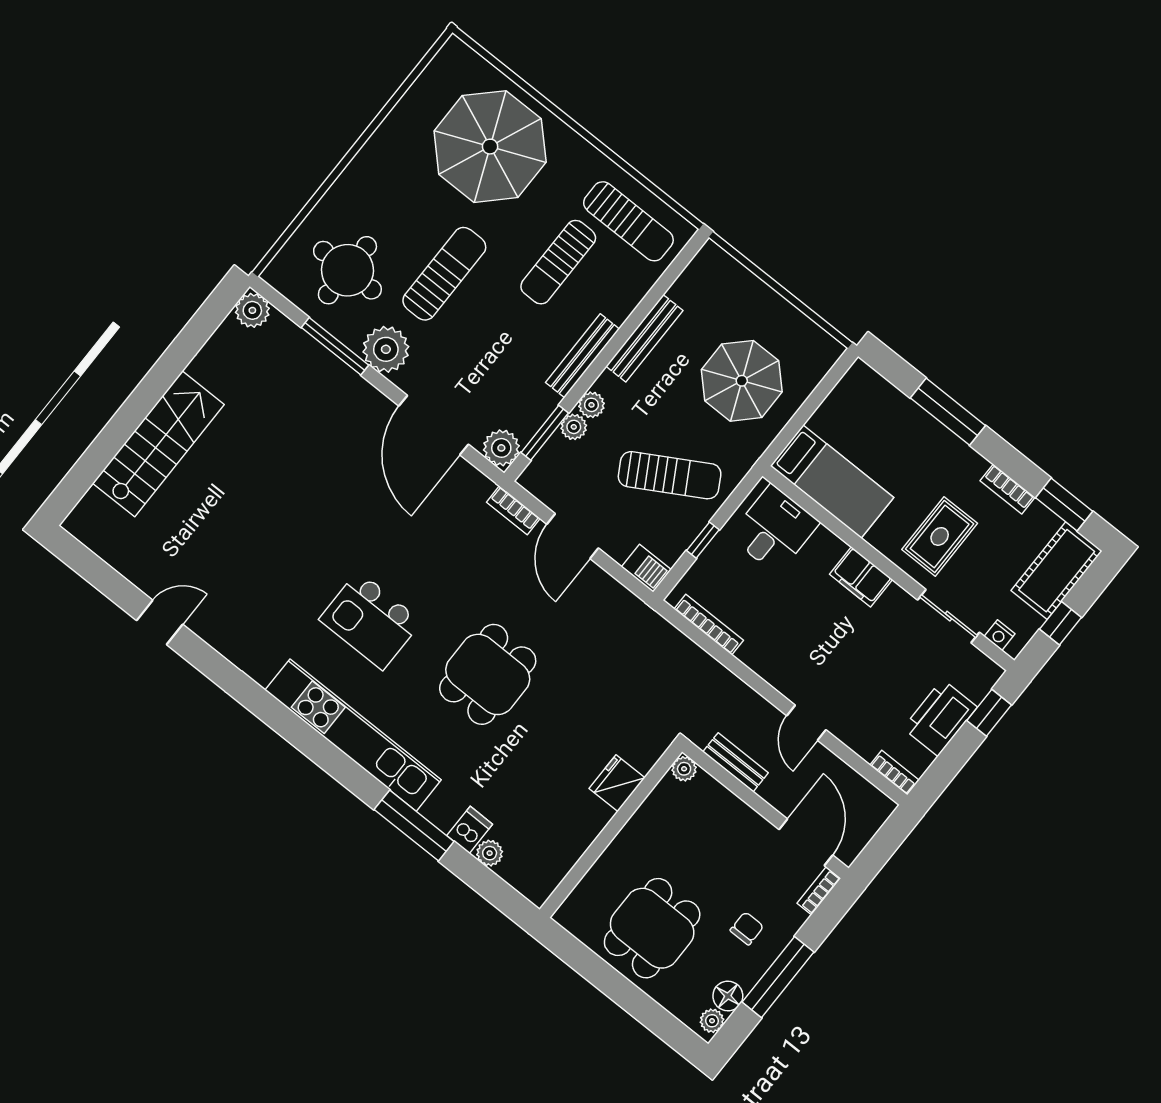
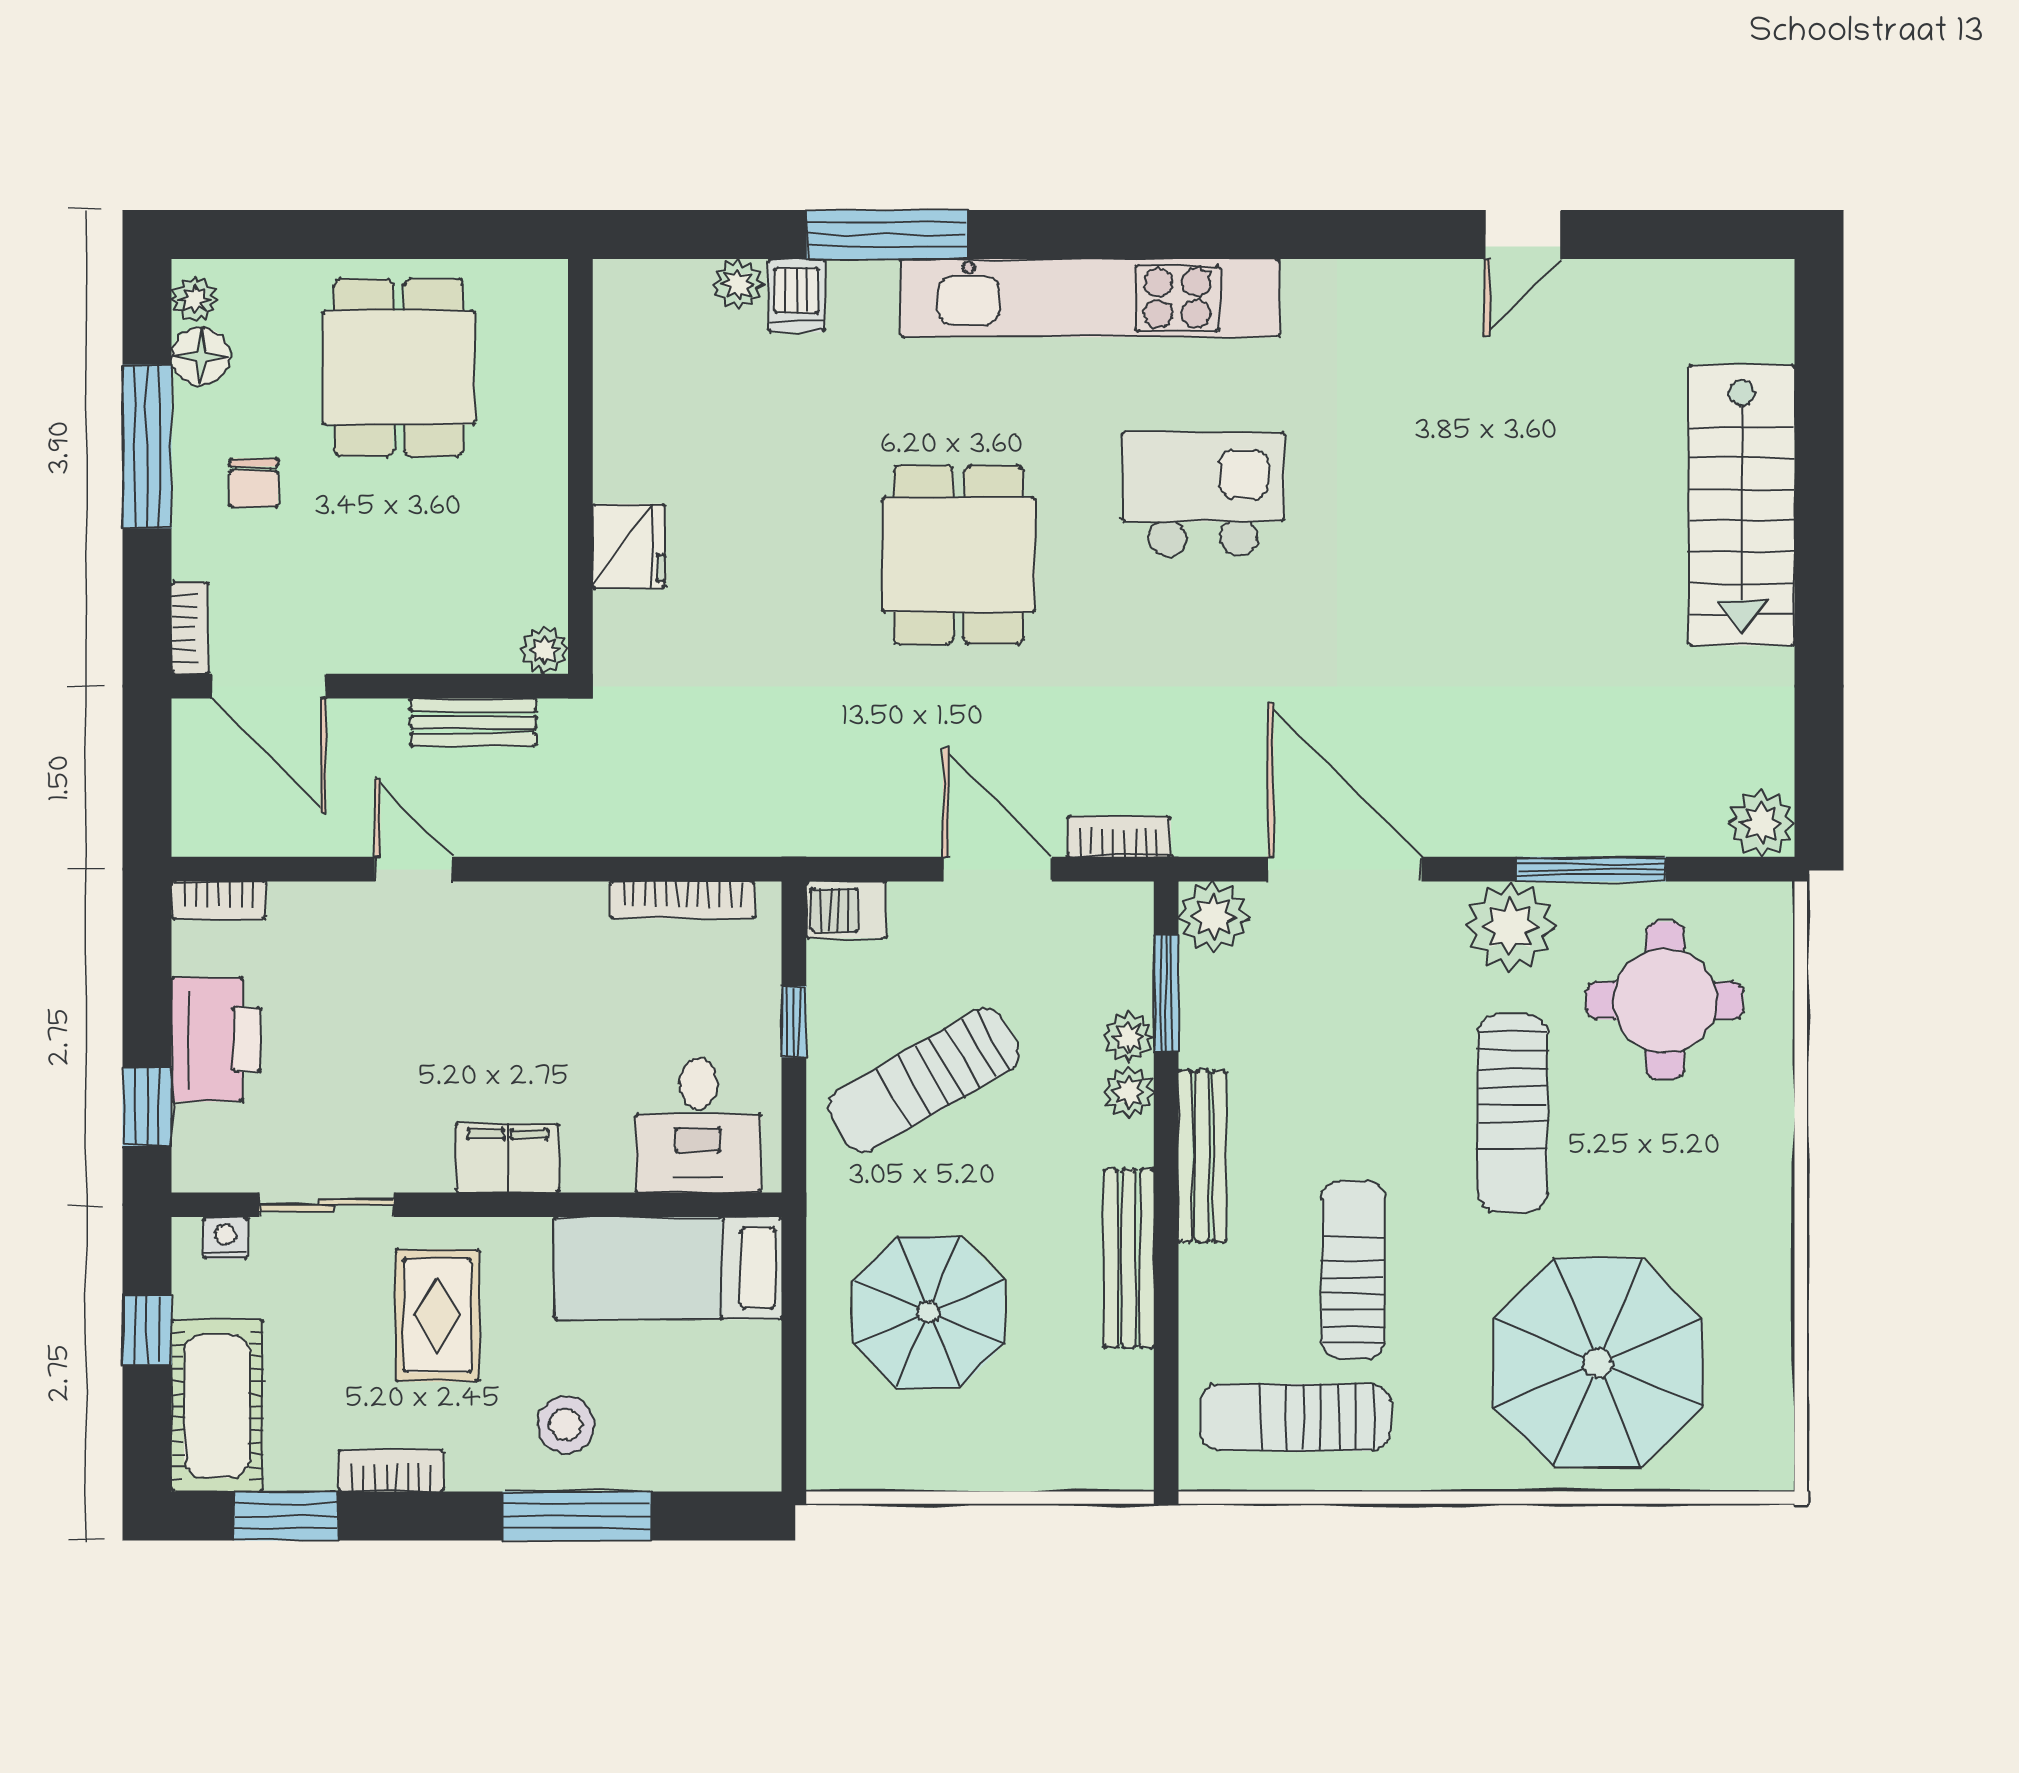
stool: (923, 452) -> (566, 1424), added

